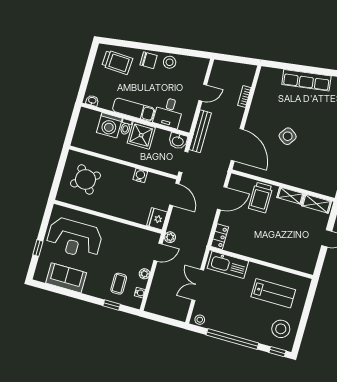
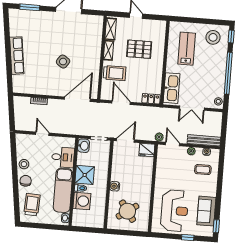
exam couch: (134, 110) -> (63, 190), width x1.36, depth x1.45
bench: (200, 131) -> (204, 140), moved
water cooler: (140, 176) -> (115, 186), moved
pallet: (284, 234) -> (139, 49), added
window: (112, 305) -> (216, 226), moved

